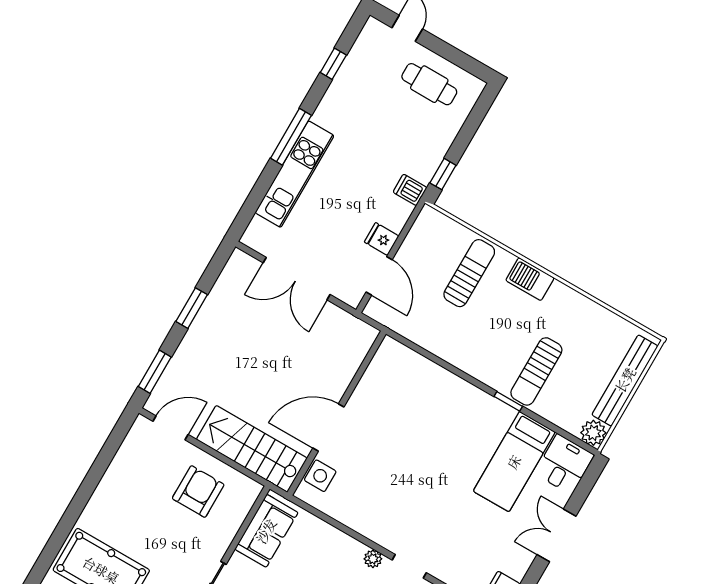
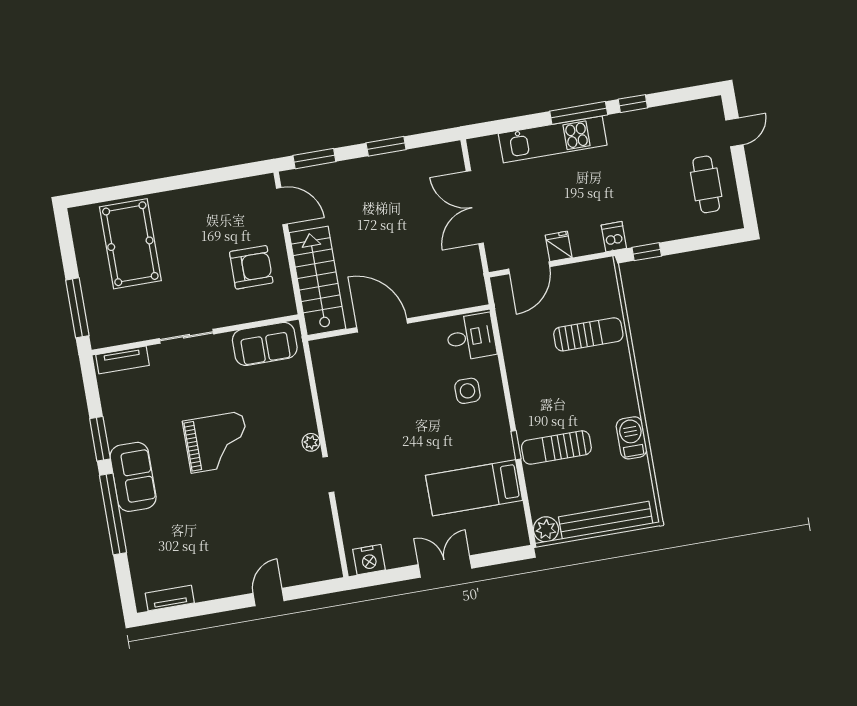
window: (333, 64) -> (633, 104), moved
barbecue: (530, 279) -> (631, 438), moved
desk: (564, 464) -> (471, 337), moved
side table: (320, 476) -> (467, 391), moved

